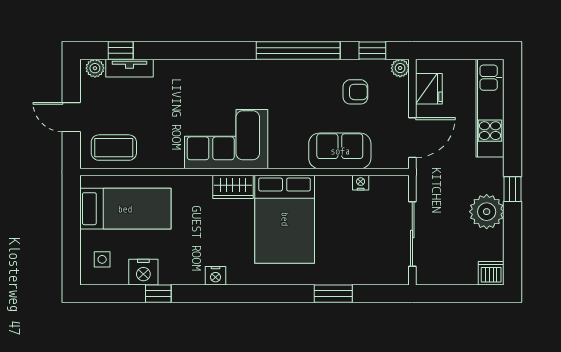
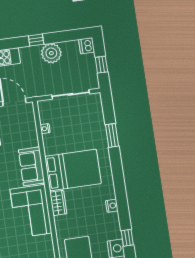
sofa: (340, 151) -> (32, 166), moved
window: (456, 294) -> (101, 65), added

